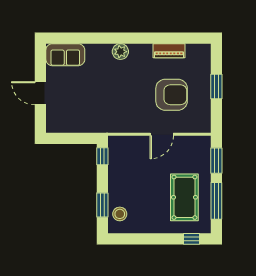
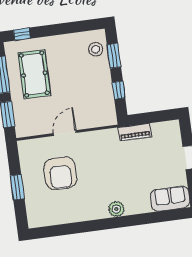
piano: (169, 51) -> (135, 132), moved, turned 180
armchair: (172, 95) -> (60, 173), turned -90
window: (102, 156) -> (119, 90), moved

